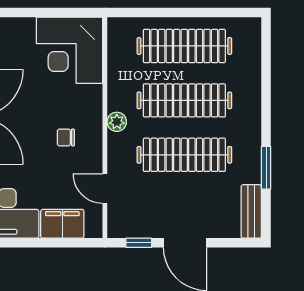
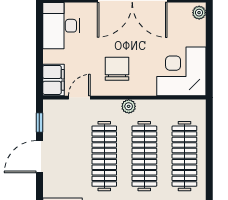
chair: (66, 138) -> (117, 69), width x1.87, depth x1.87
filing cabinet: (62, 224) -> (53, 80), moved

